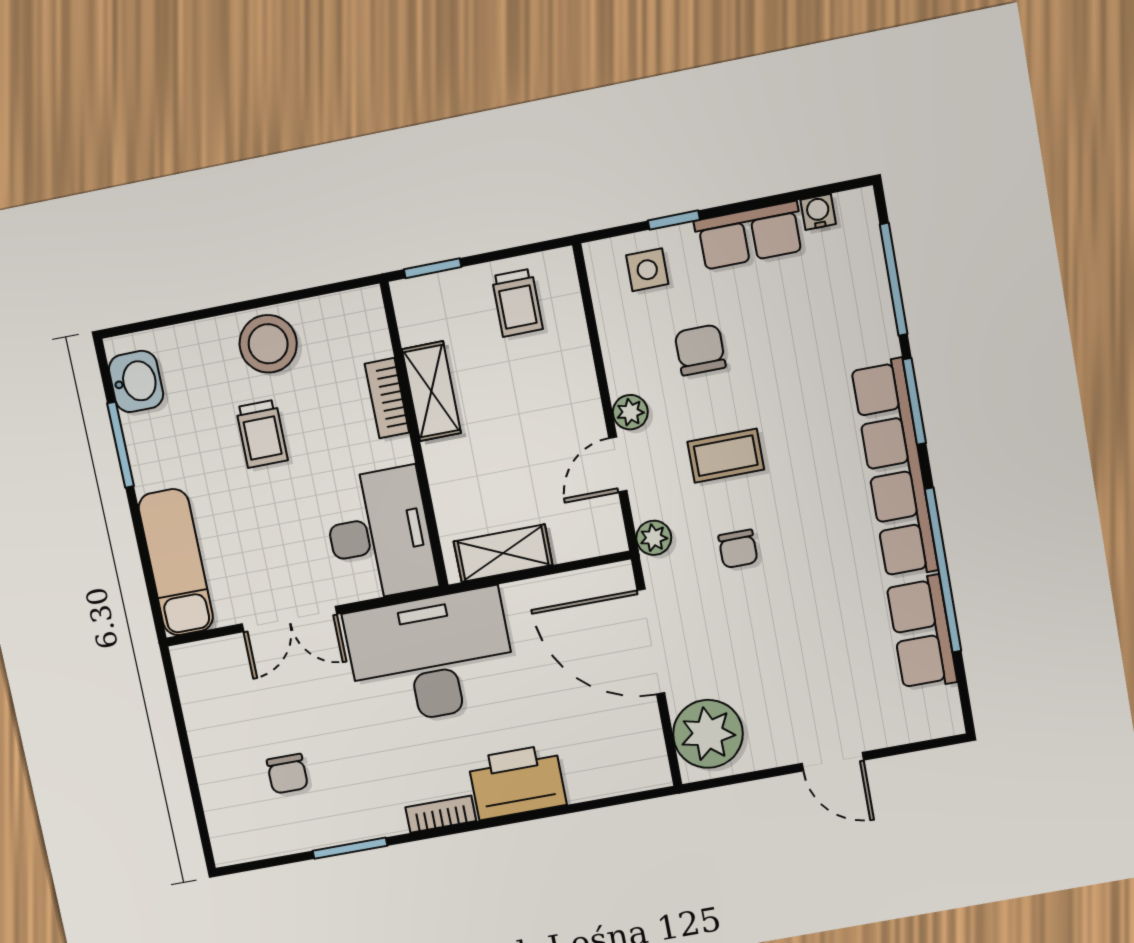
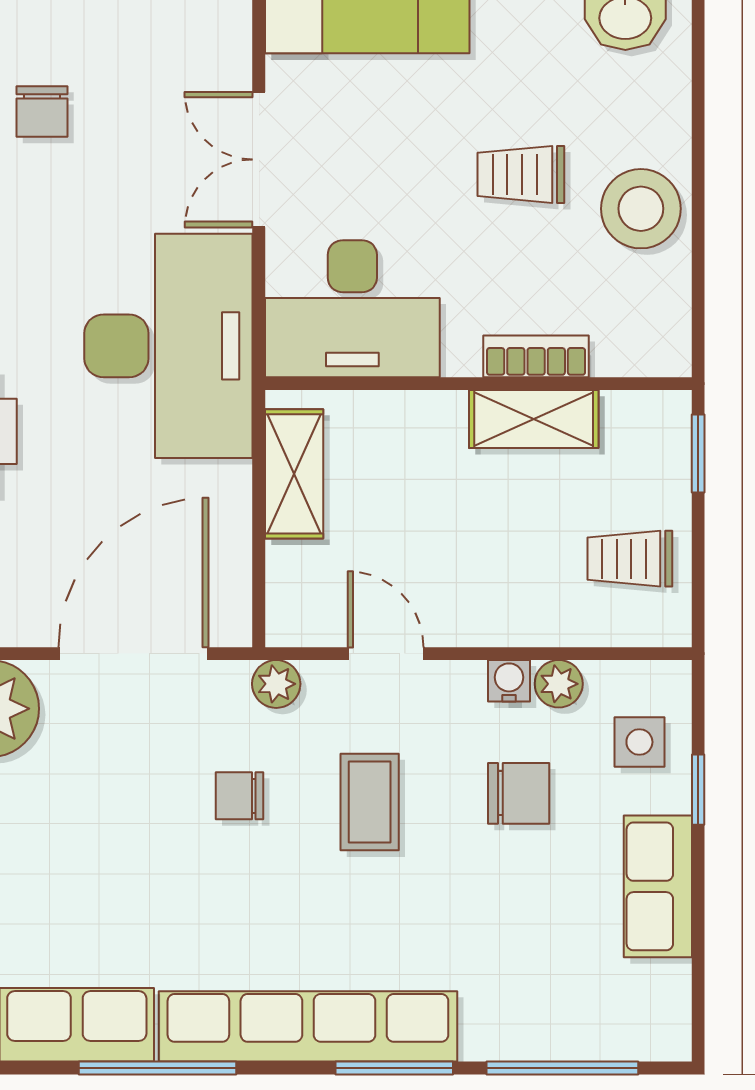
water cooler: (818, 212) -> (509, 681), moved, turned -90
plant: (630, 412) -> (559, 684), moved
window: (943, 570) -> (158, 1068), width x0.68
chair: (287, 774) -> (42, 112), turned -90

